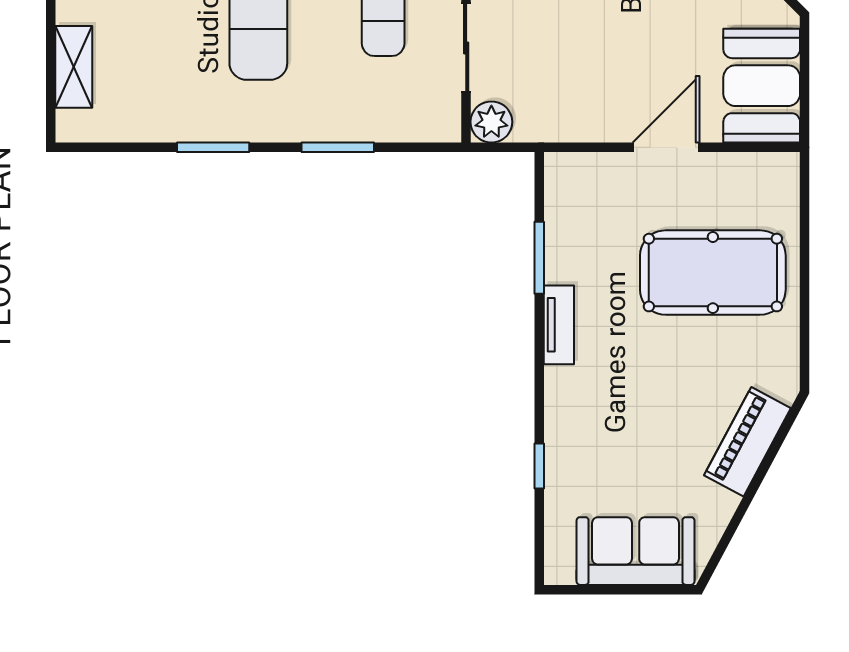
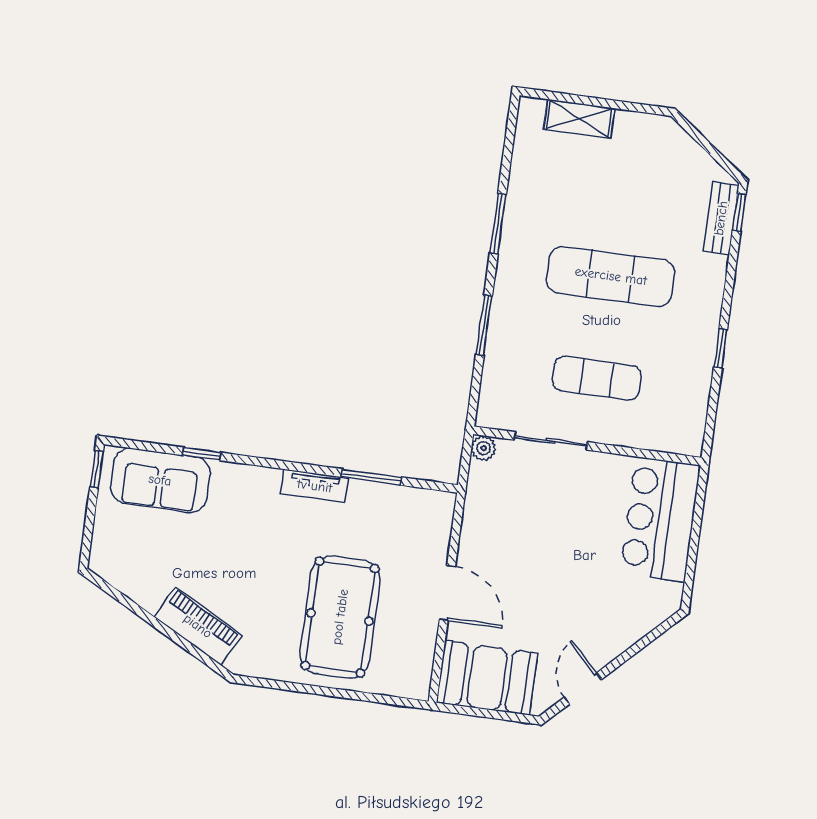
plant: (491, 122) -> (484, 448), width x0.73, depth x0.73
sofa: (636, 551) -> (160, 480), moved, turned 90
window: (575, 590) -> (97, 469), added

